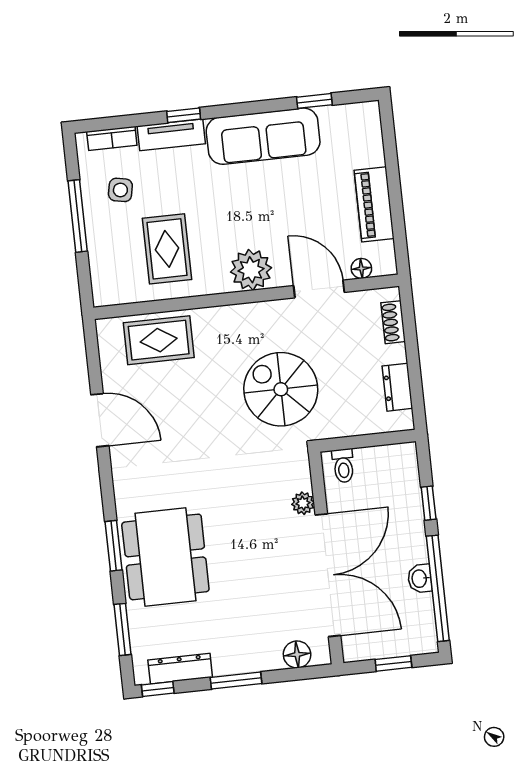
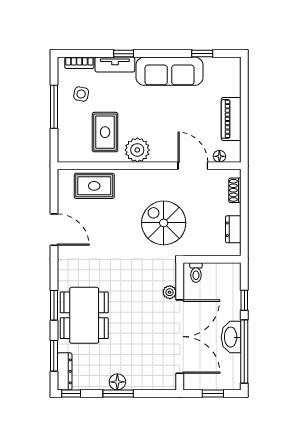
plant: (251, 270) -> (137, 150), moved
washbasin: (420, 579) -> (231, 337), width x1.91, depth x1.45
floor lamp: (297, 655) -> (117, 382), moved
dresser: (180, 669) -> (65, 371), moved, turned 90

